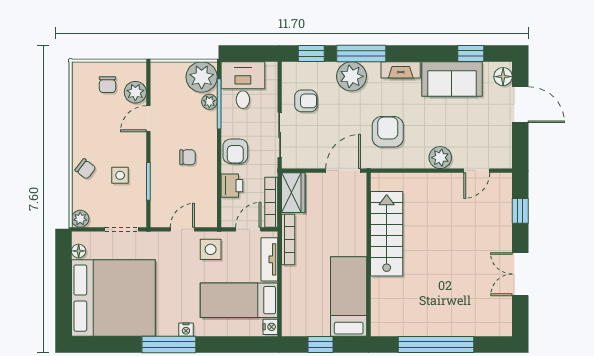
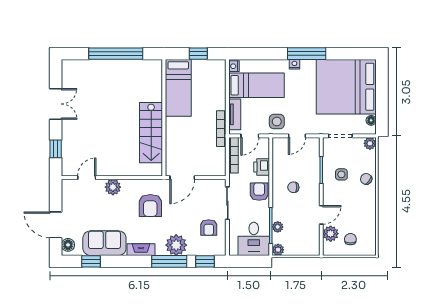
plant: (202, 77) -> (278, 250), width x0.53, depth x0.53
armchair: (306, 101) -> (209, 228), turned -90
wardrobe: (293, 193) -> (218, 162), removed

